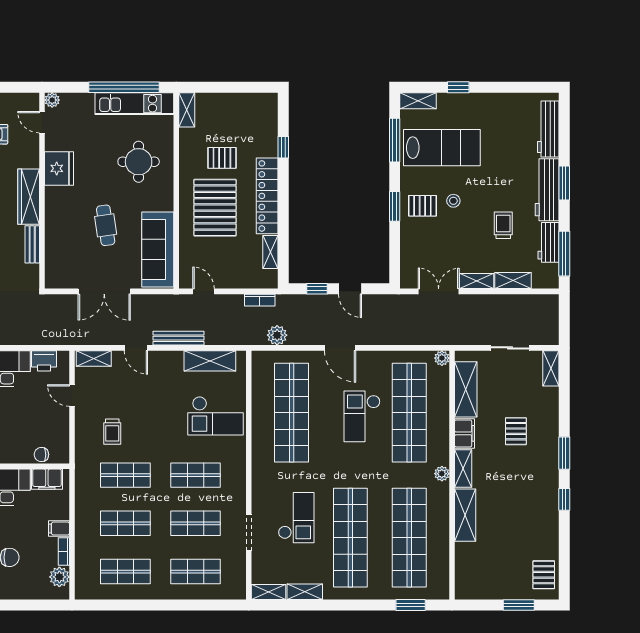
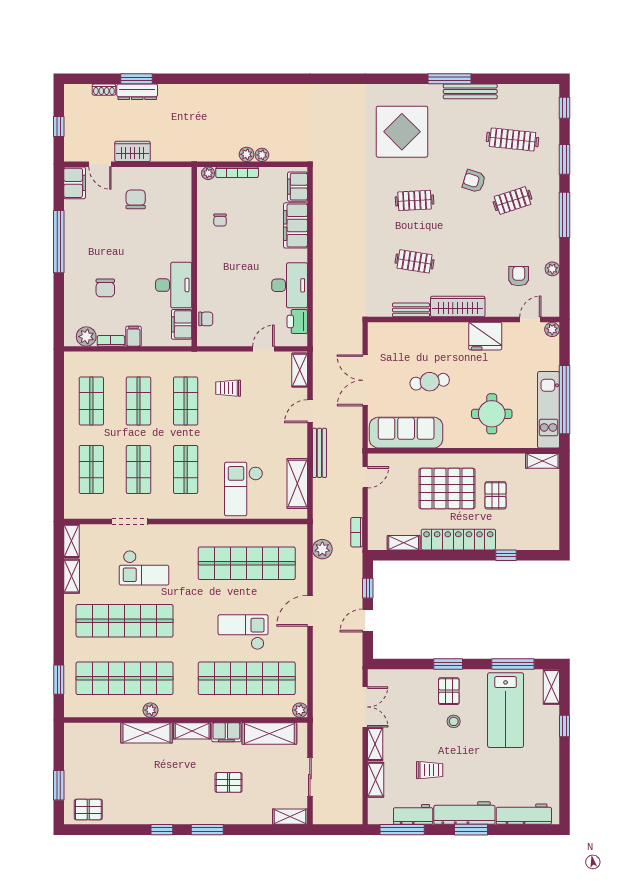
chair: (41, 455) -> (206, 319), turned 90
plant: (442, 474) -> (150, 710), moved

